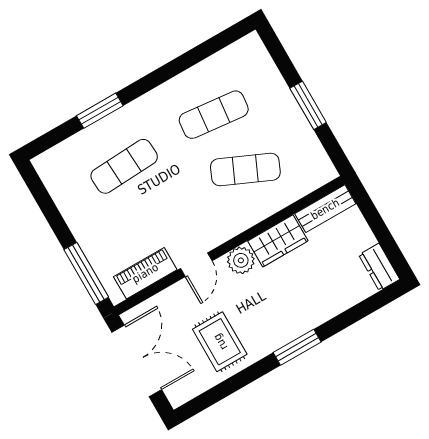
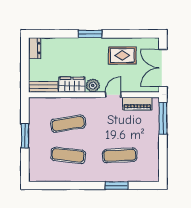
exercise mat: (245, 169) -> (68, 124), turned -33
rug: (220, 342) -> (122, 56), turned 90

